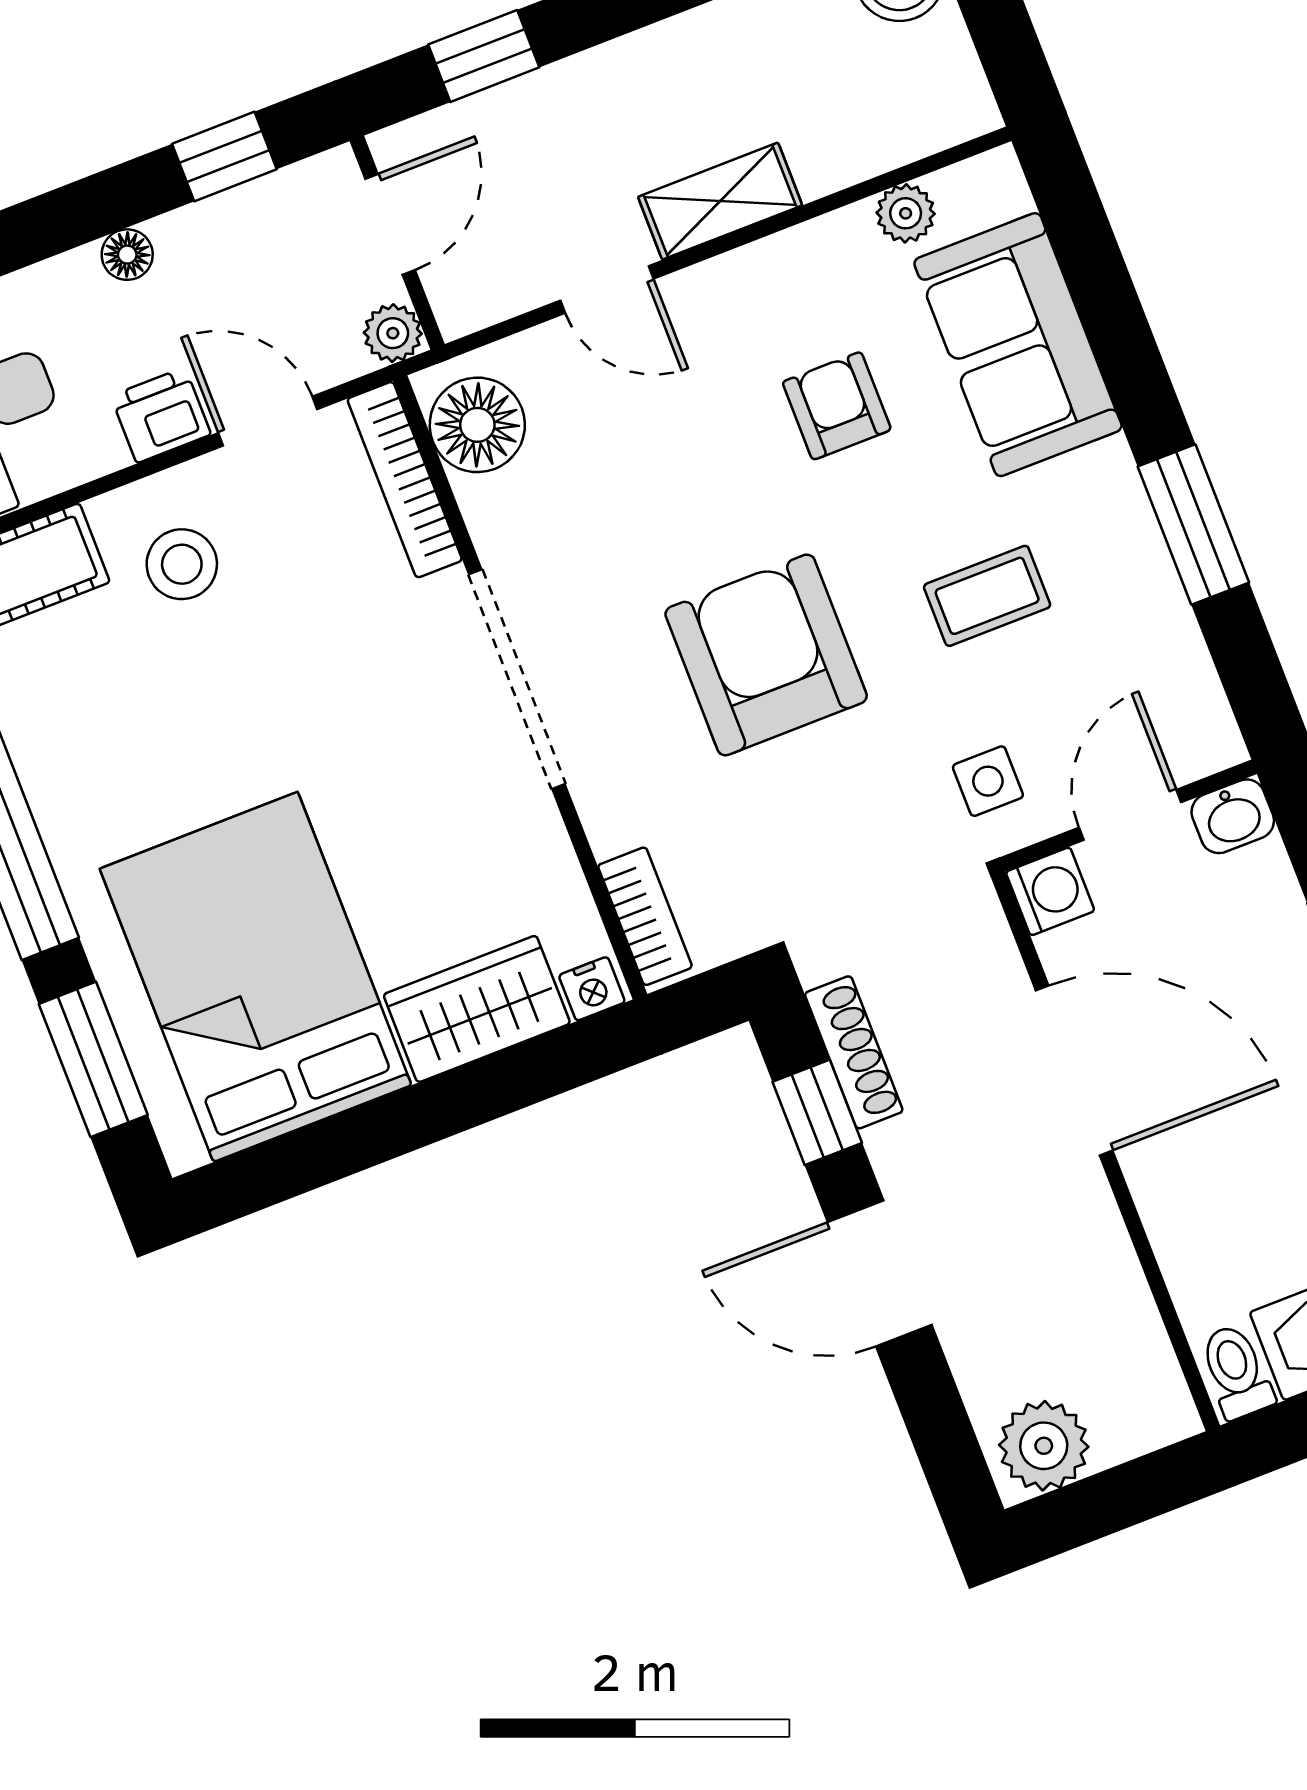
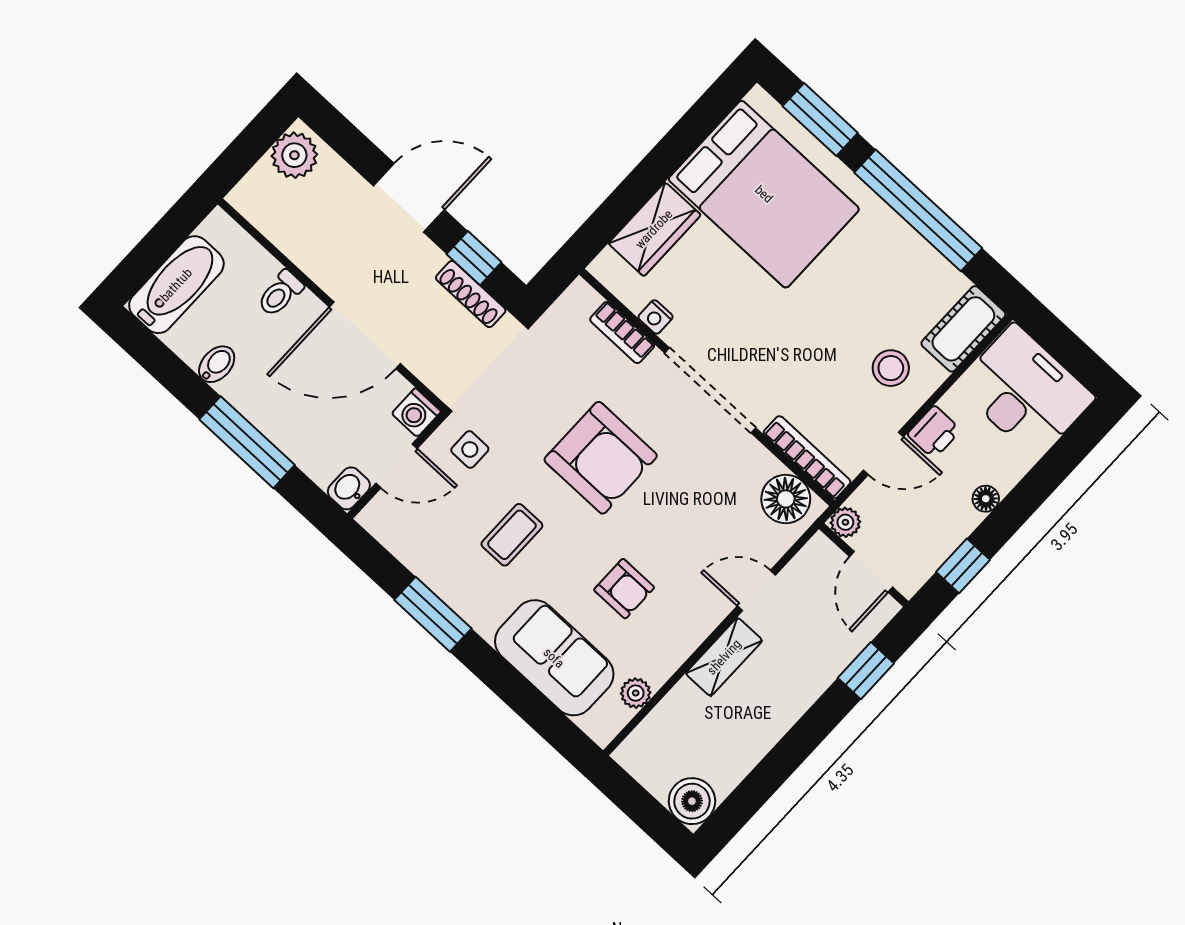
door: (1130, 815) -> (397, 466), hinge flipped
bookcase: (645, 916) -> (622, 332), moved
nightstand: (592, 989) -> (656, 317), moved, turned -90
toilet: (1236, 1372) -> (280, 293), moved, turned 90

